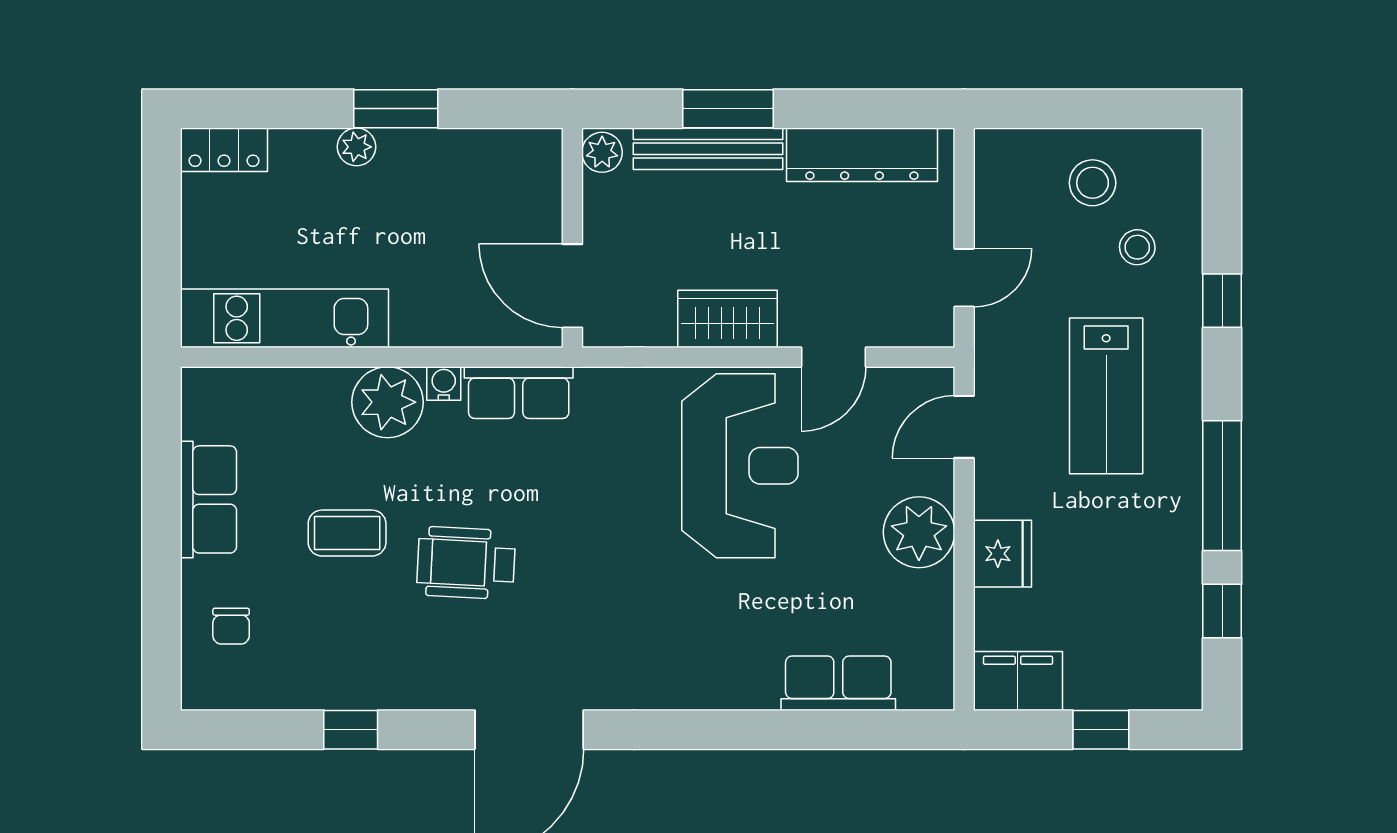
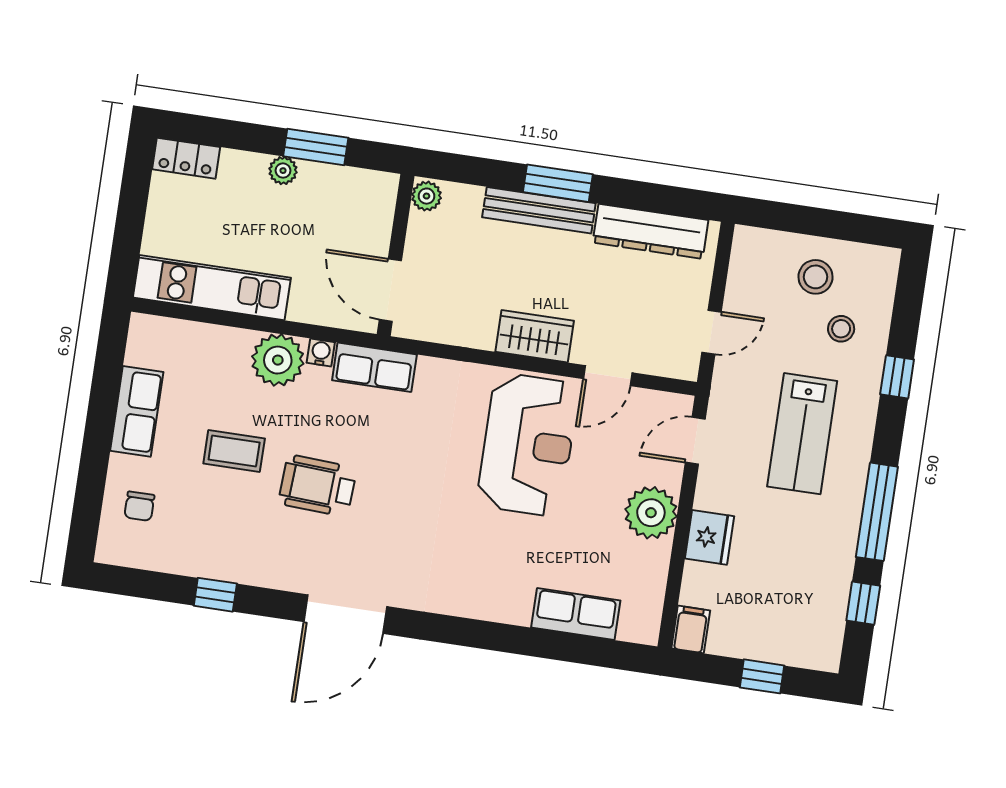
plant: (602, 152) -> (427, 196), moved
wall: (572, 238) -> (396, 255), moved
door: (572, 286) -> (390, 290), moved
filing cabinet: (1018, 681) -> (691, 629), width x0.50

